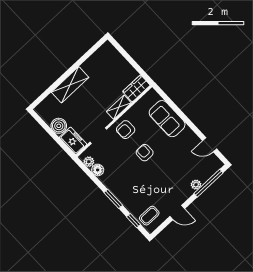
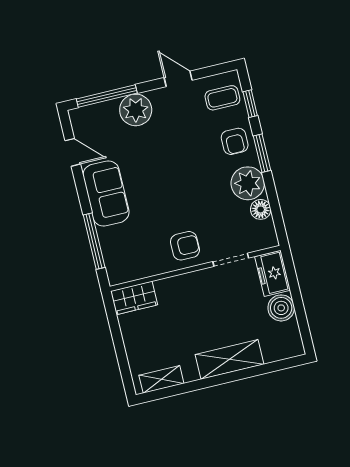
window: (173, 106) -> (94, 241), added
shelving: (119, 107) -> (161, 379), moved
sofa: (167, 119) -> (106, 193), moved
armchair: (145, 153) -> (235, 141), moved
plant: (89, 162) -> (248, 183), moved, width x1.88, depth x1.88
plant: (196, 185) -> (136, 110), width x1.88, depth x1.88

